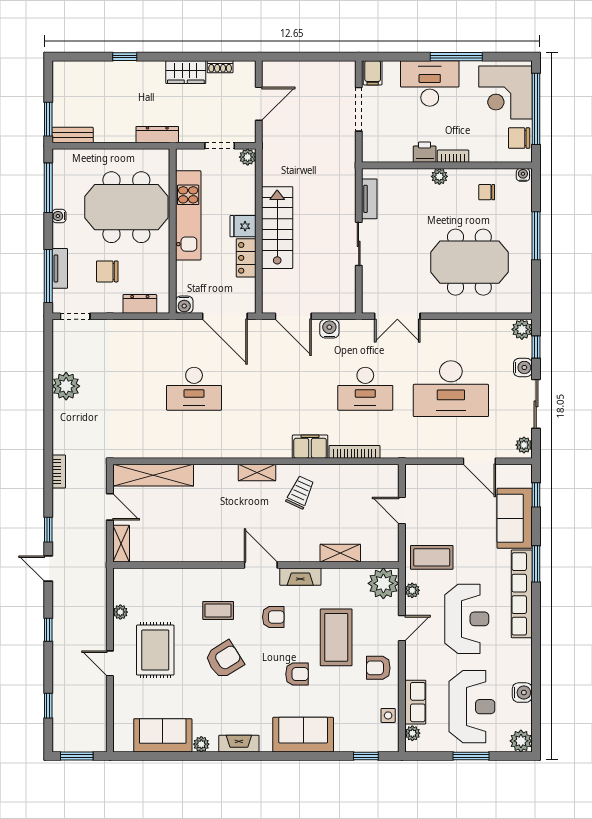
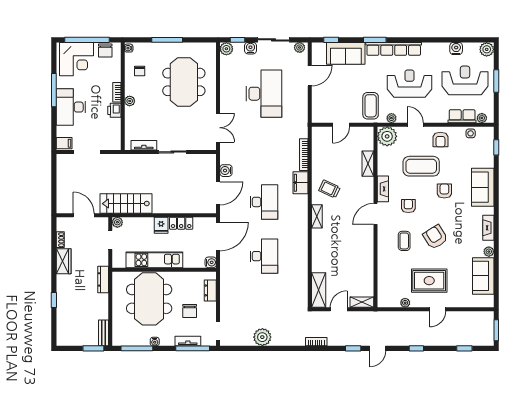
stairs: (277, 228) -> (126, 204), moved
desk: (365, 389) -> (264, 202), moved
shelving: (153, 475) -> (319, 290), width x0.68

